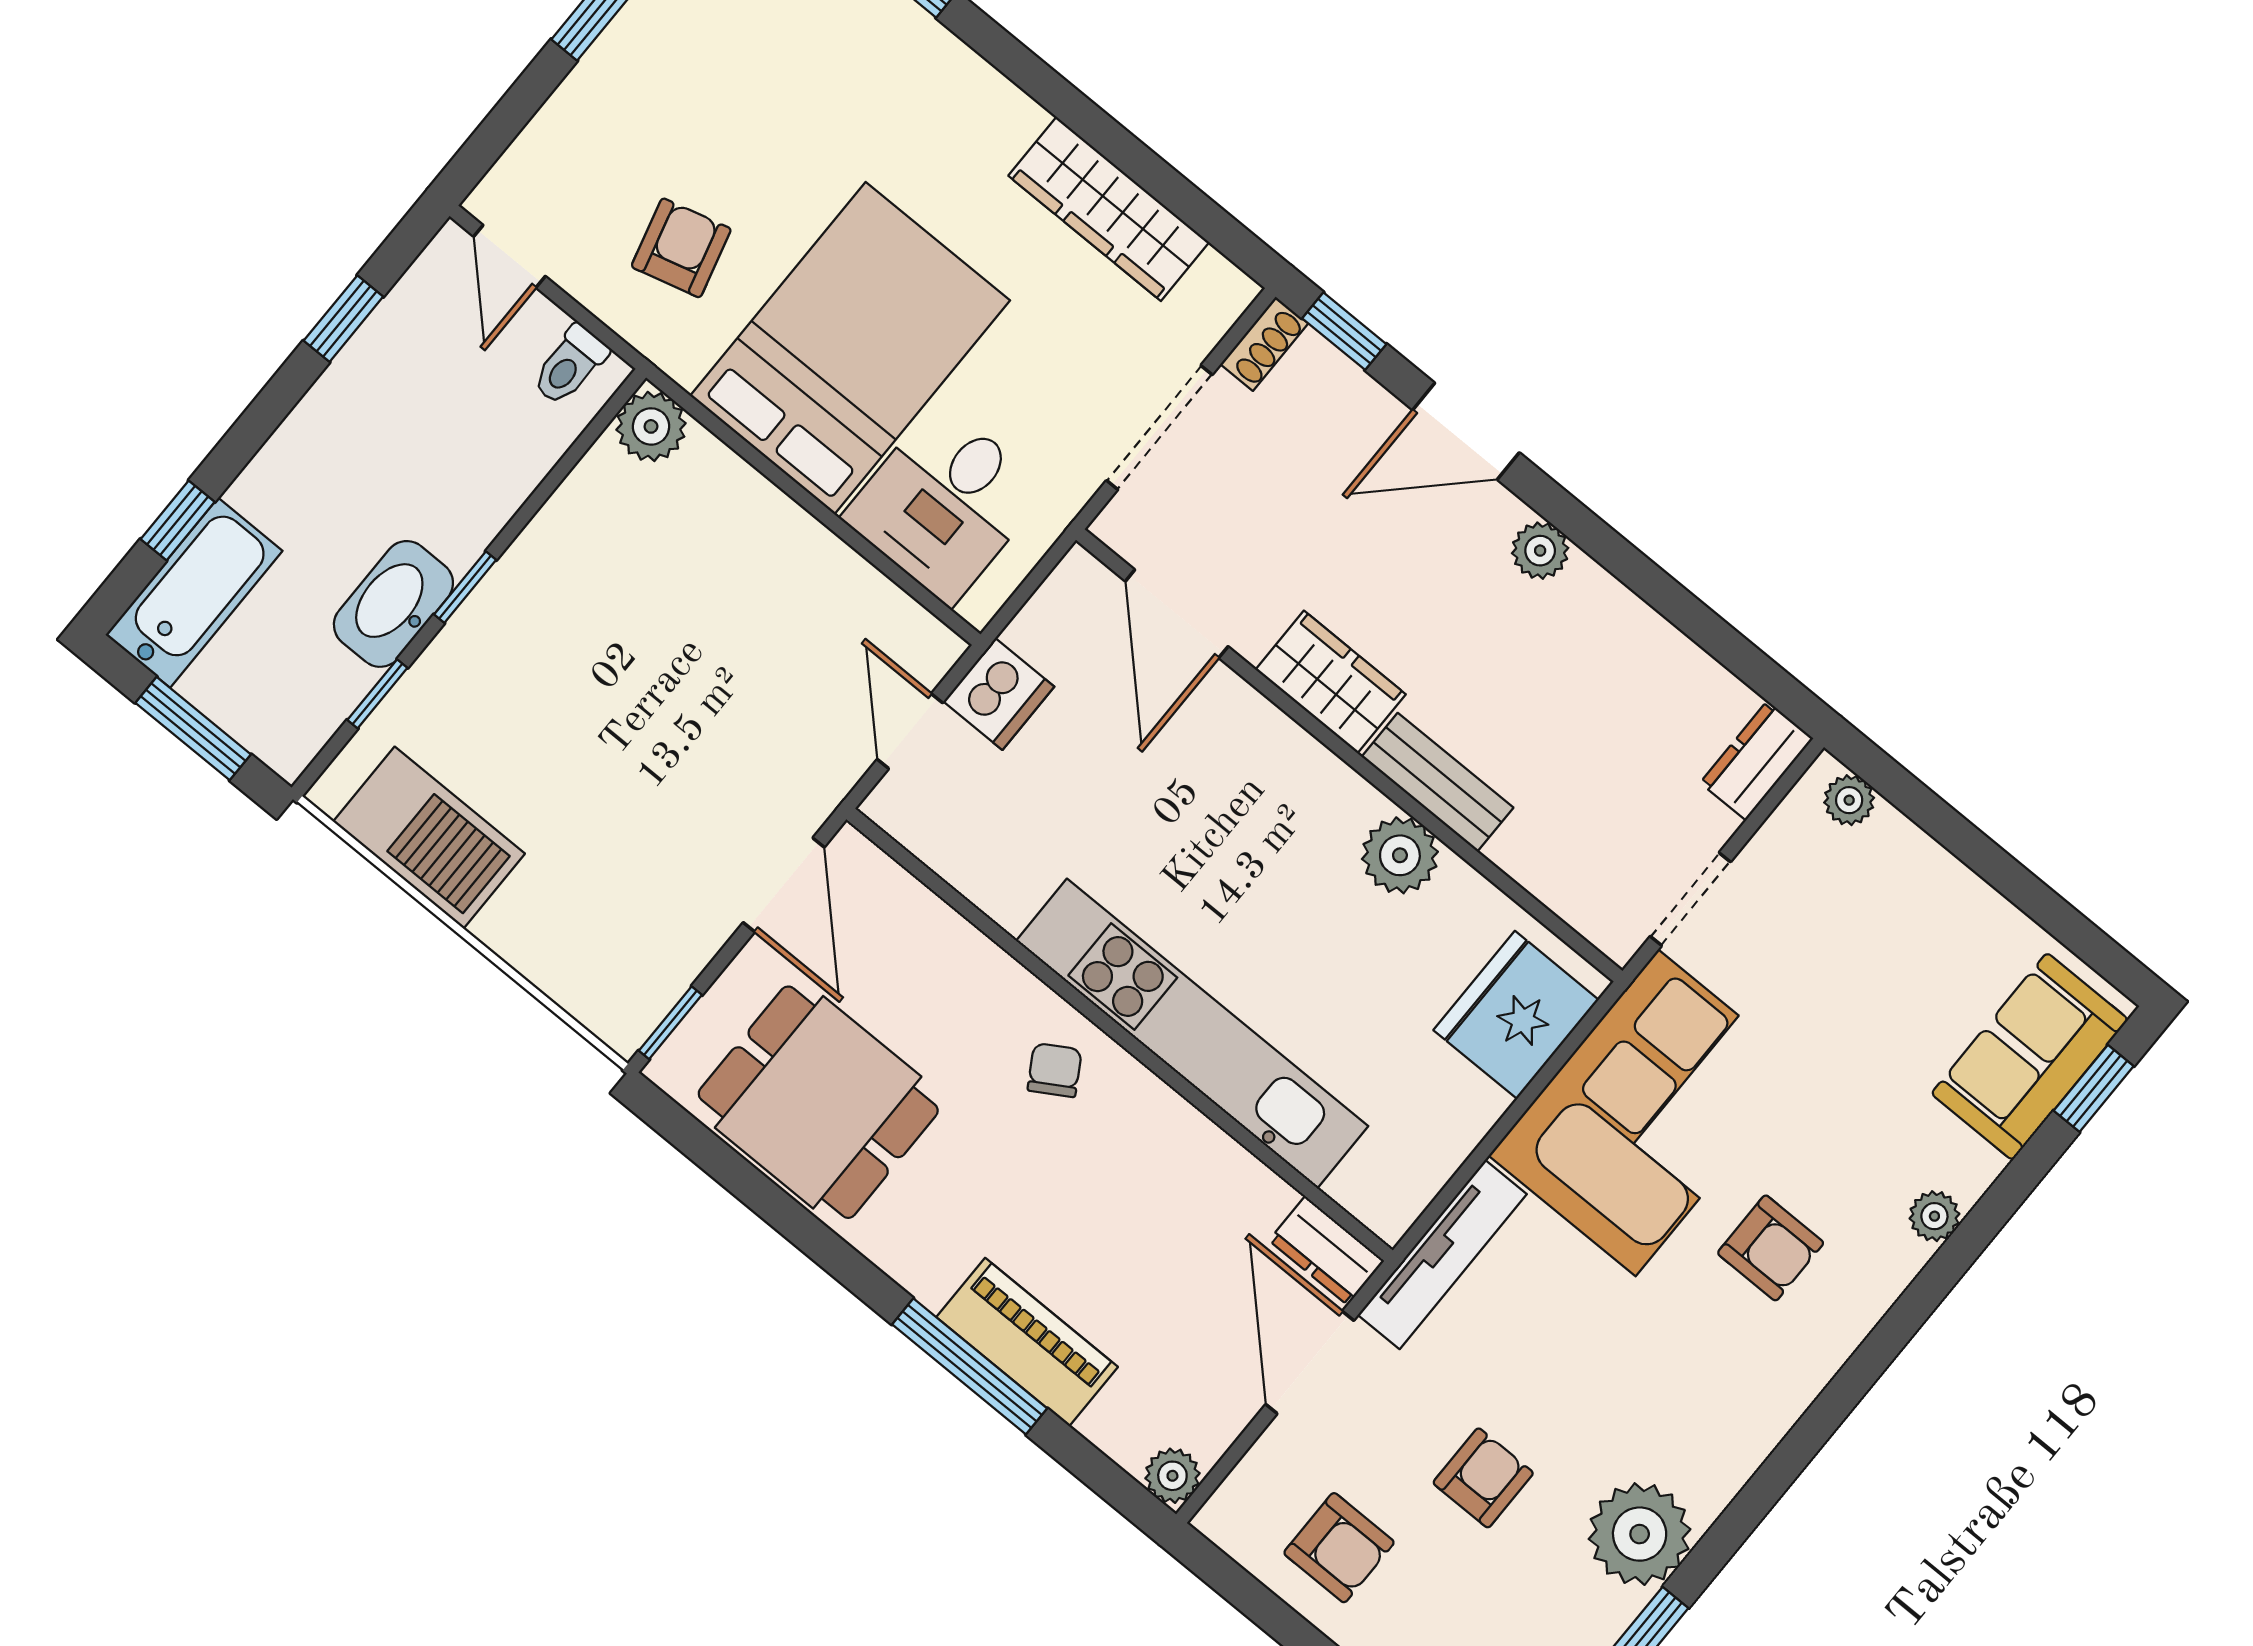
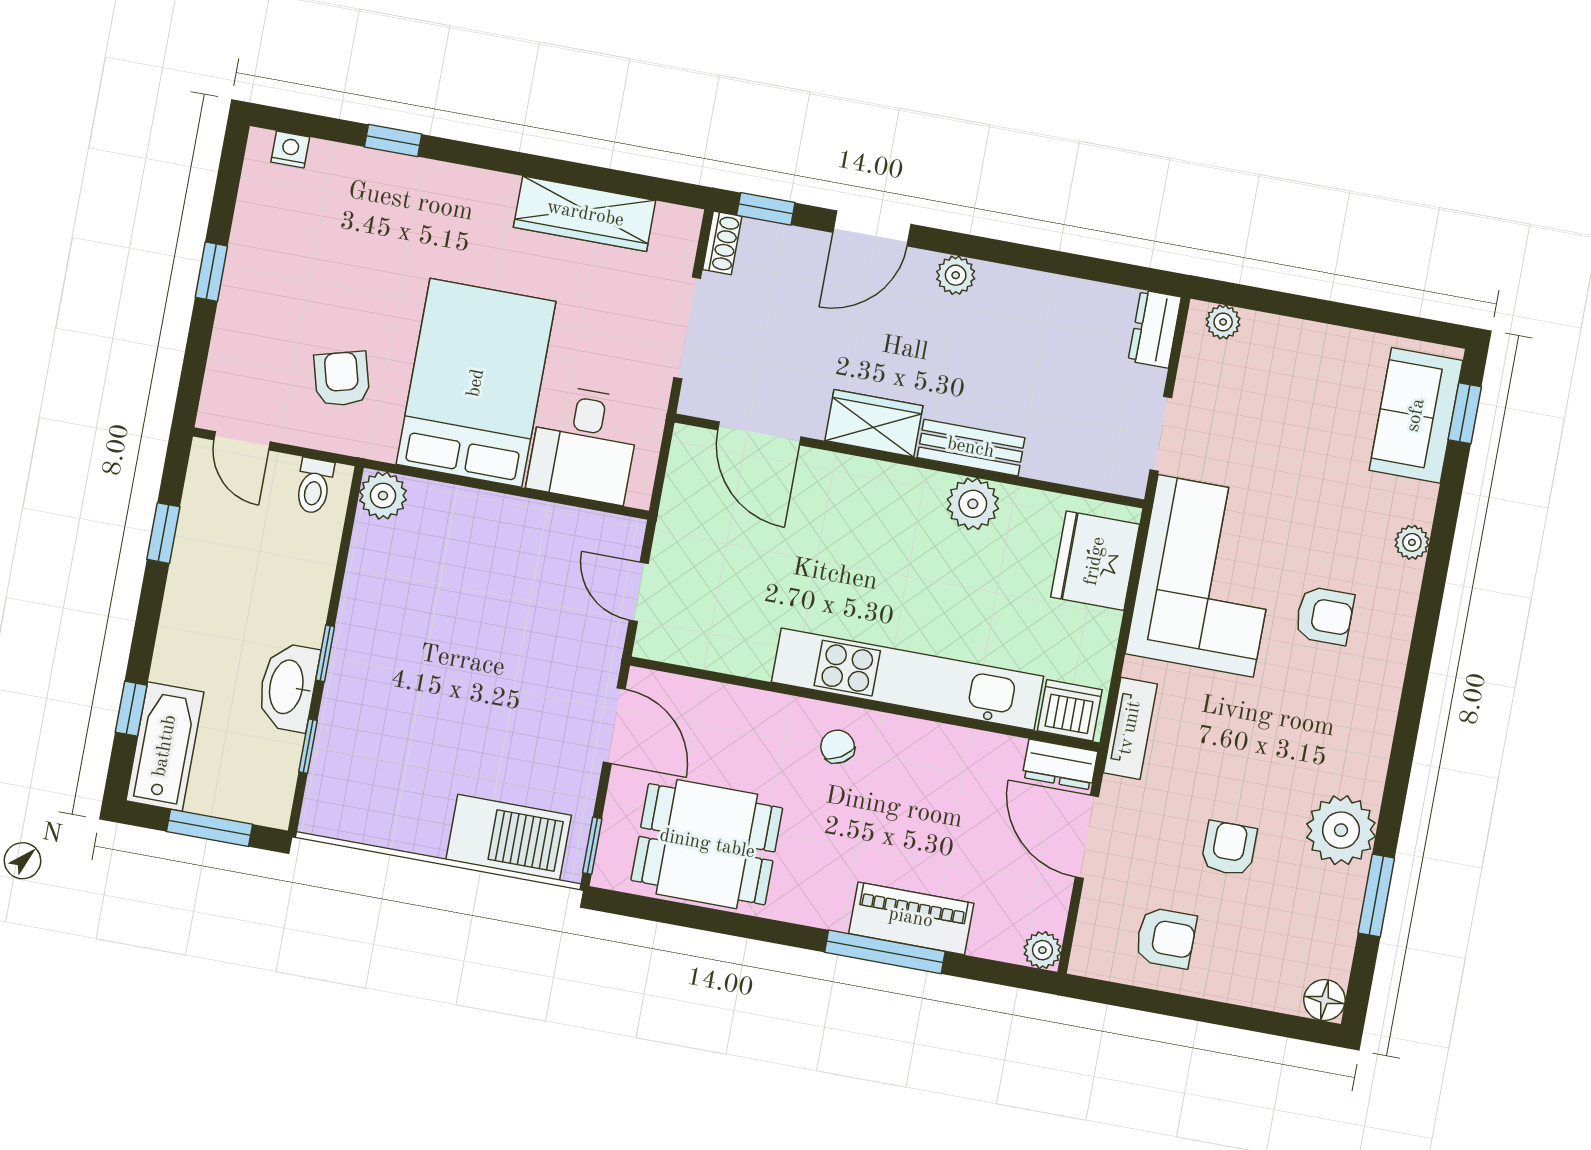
dishwasher: (999, 694) -> (1070, 710), moved, turned -90
barbecue: (429, 838) -> (509, 837), moved
tv unit: (1442, 1255) -> (1130, 728), width x0.71

